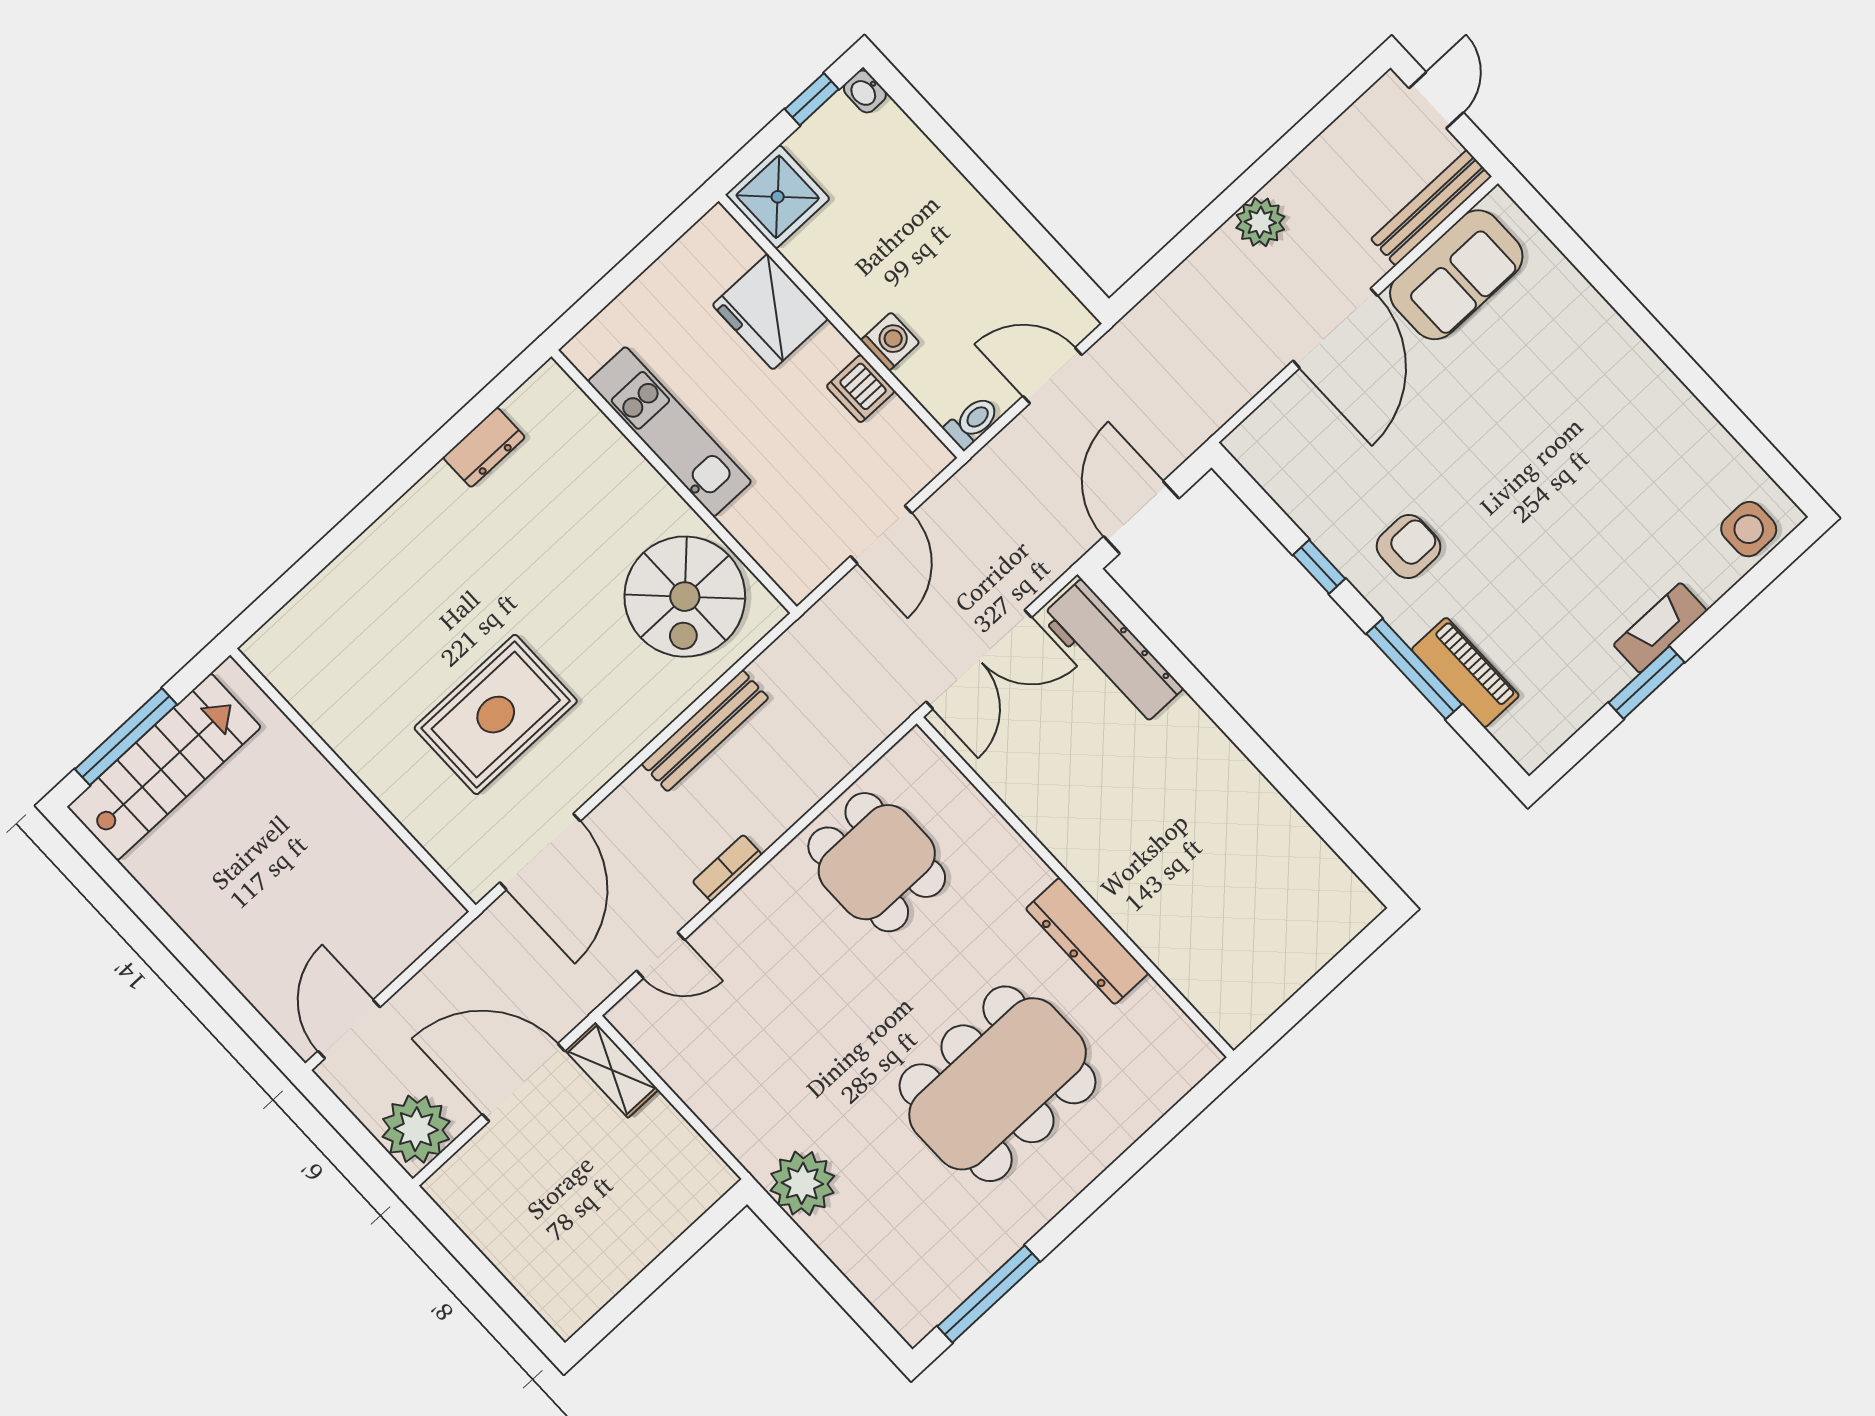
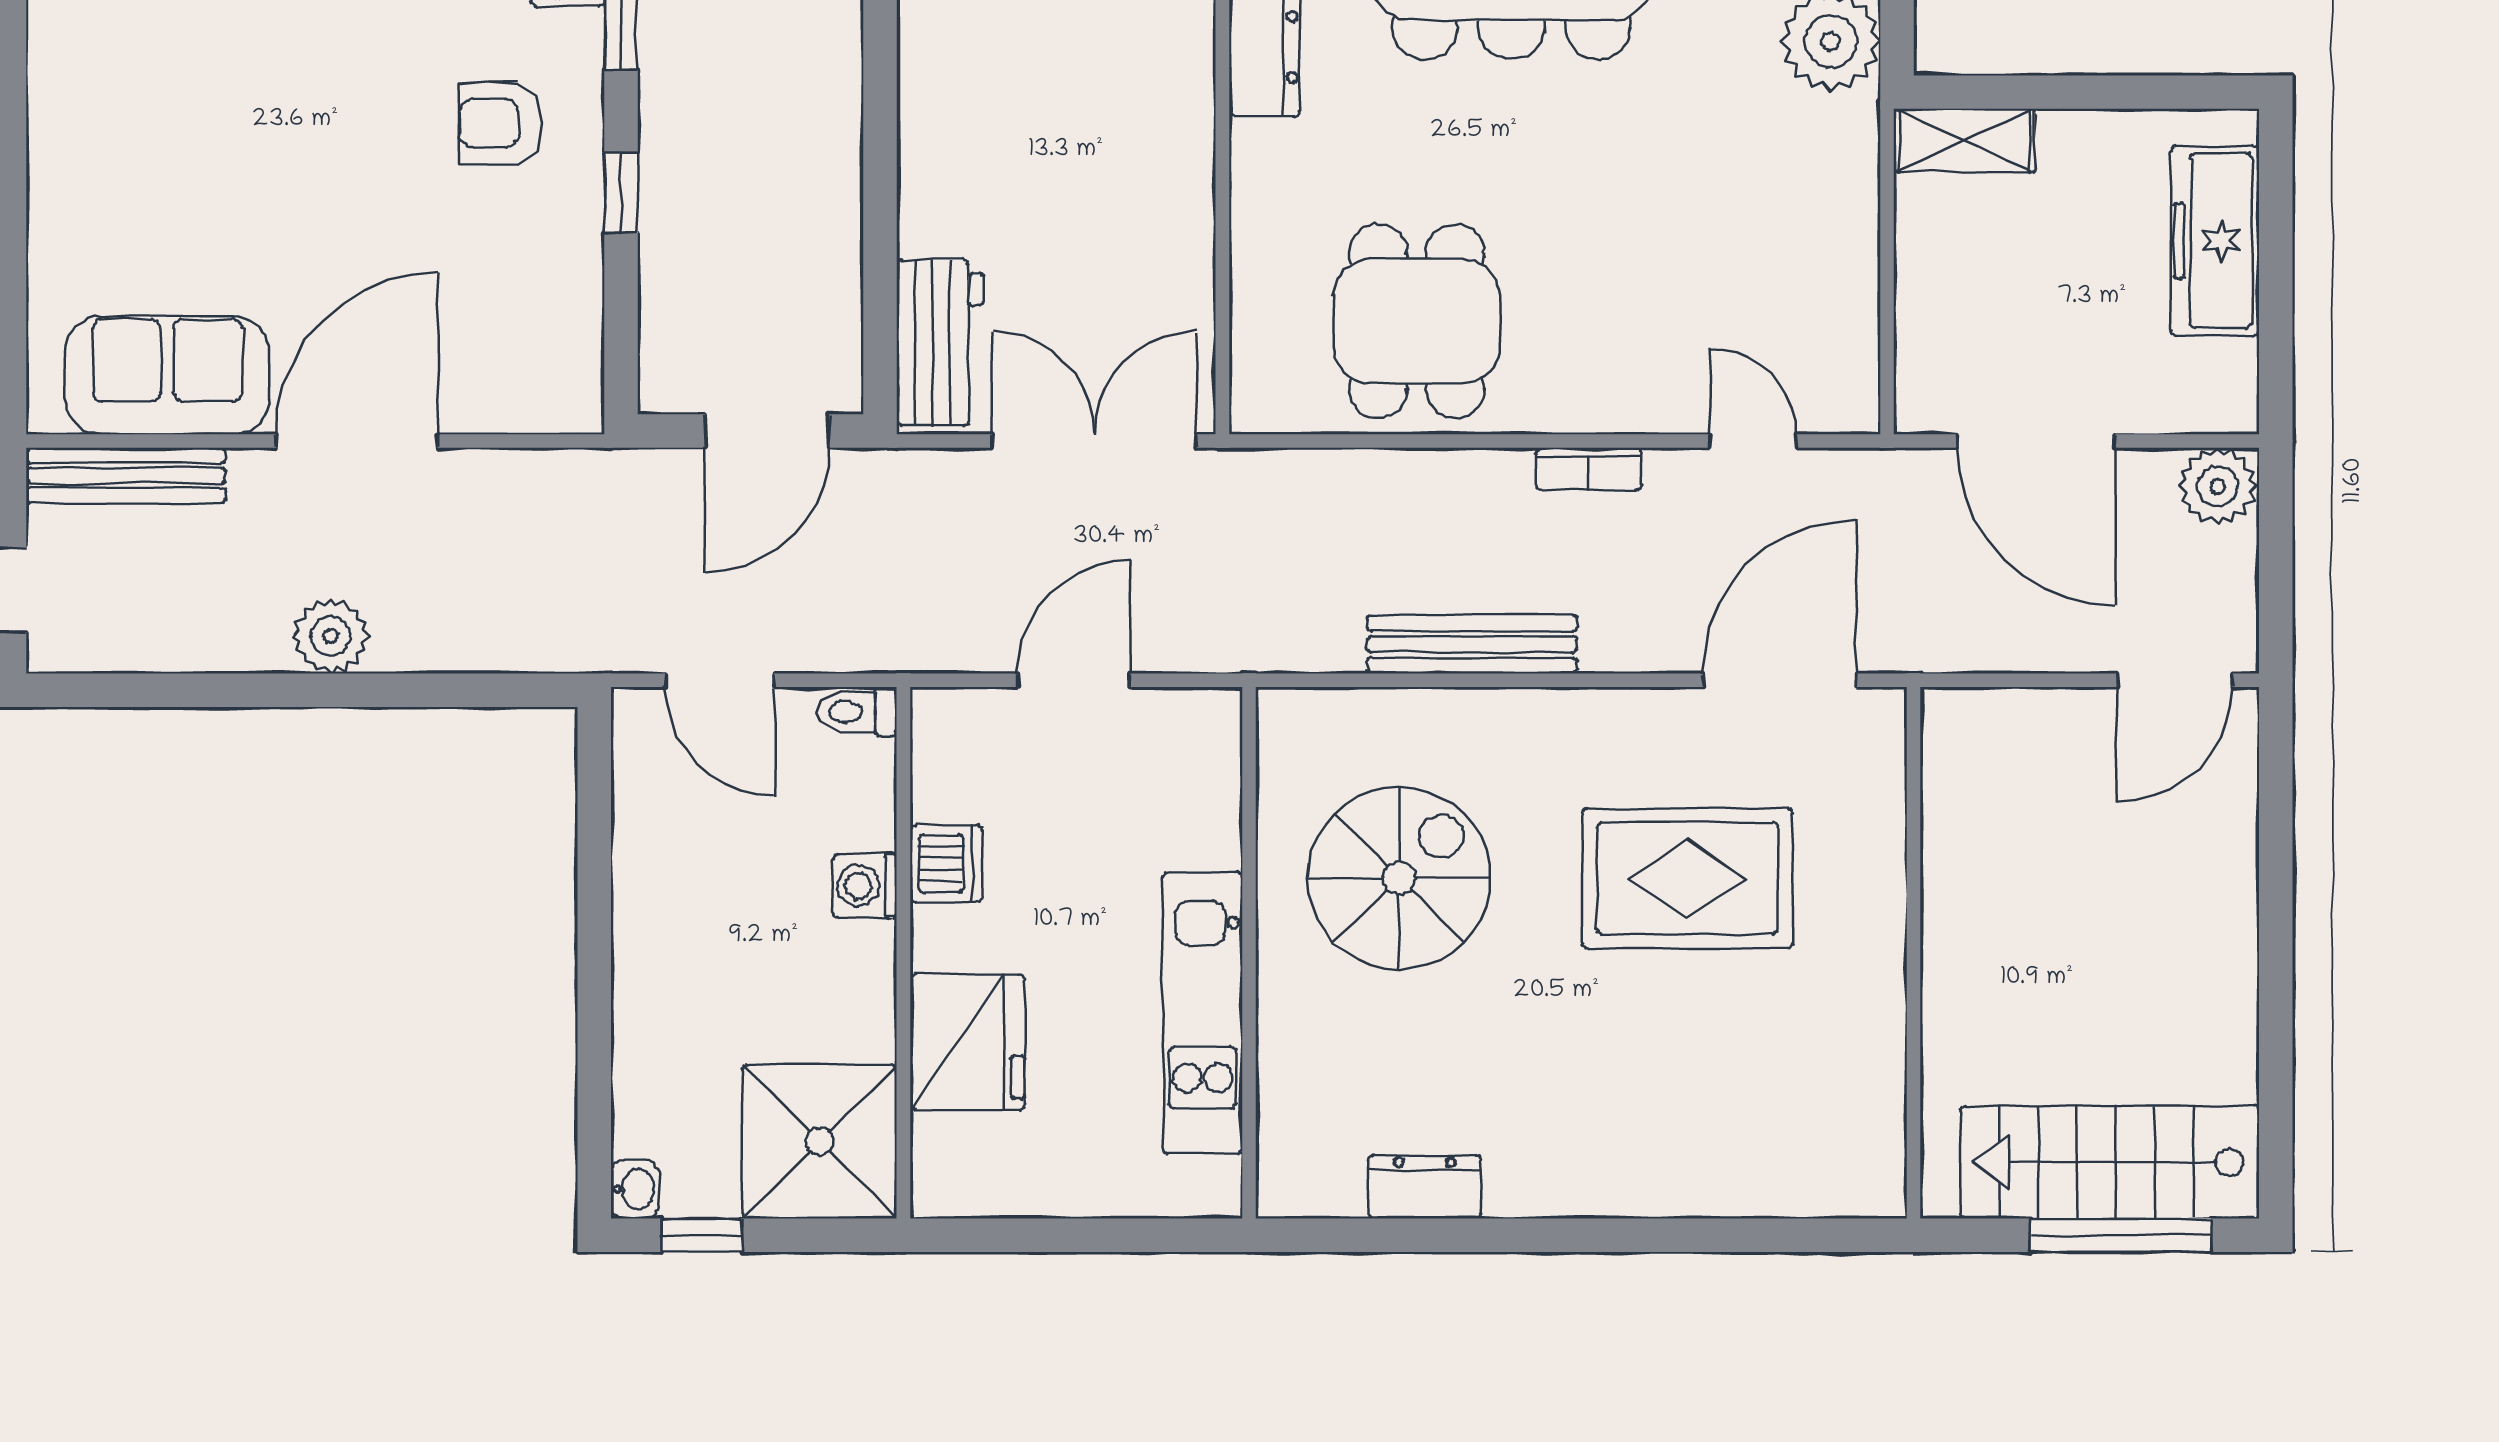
shower: (778, 197) -> (820, 1142), width x1.37, depth x1.37
spiral stairs: (685, 597) -> (1399, 878), moved
workbench: (1112, 653) -> (940, 342), width x0.73
shelving: (612, 1070) -> (1964, 140), moved, turned 90
plant: (416, 1129) -> (2218, 486), width x0.73, depth x0.73
freezer: (527, 1260) -> (2215, 241), added

